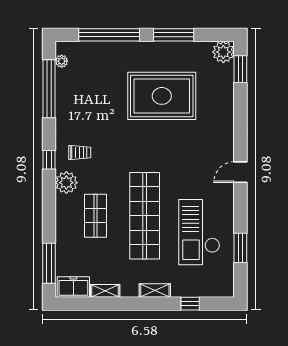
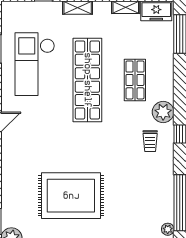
trolley: (80, 152) -> (150, 141), turned -90
checkout: (199, 232) -> (35, 64), turned 180

